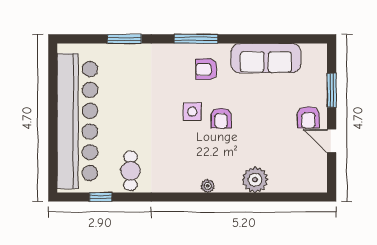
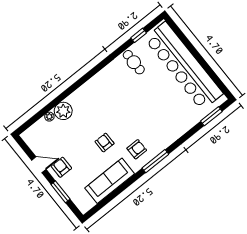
window: (124, 39) -> (211, 116), moved
side table: (192, 112) -> (126, 120), removed
armchair: (221, 118) -> (105, 143), moved
plant: (208, 186) -> (49, 117), moved

